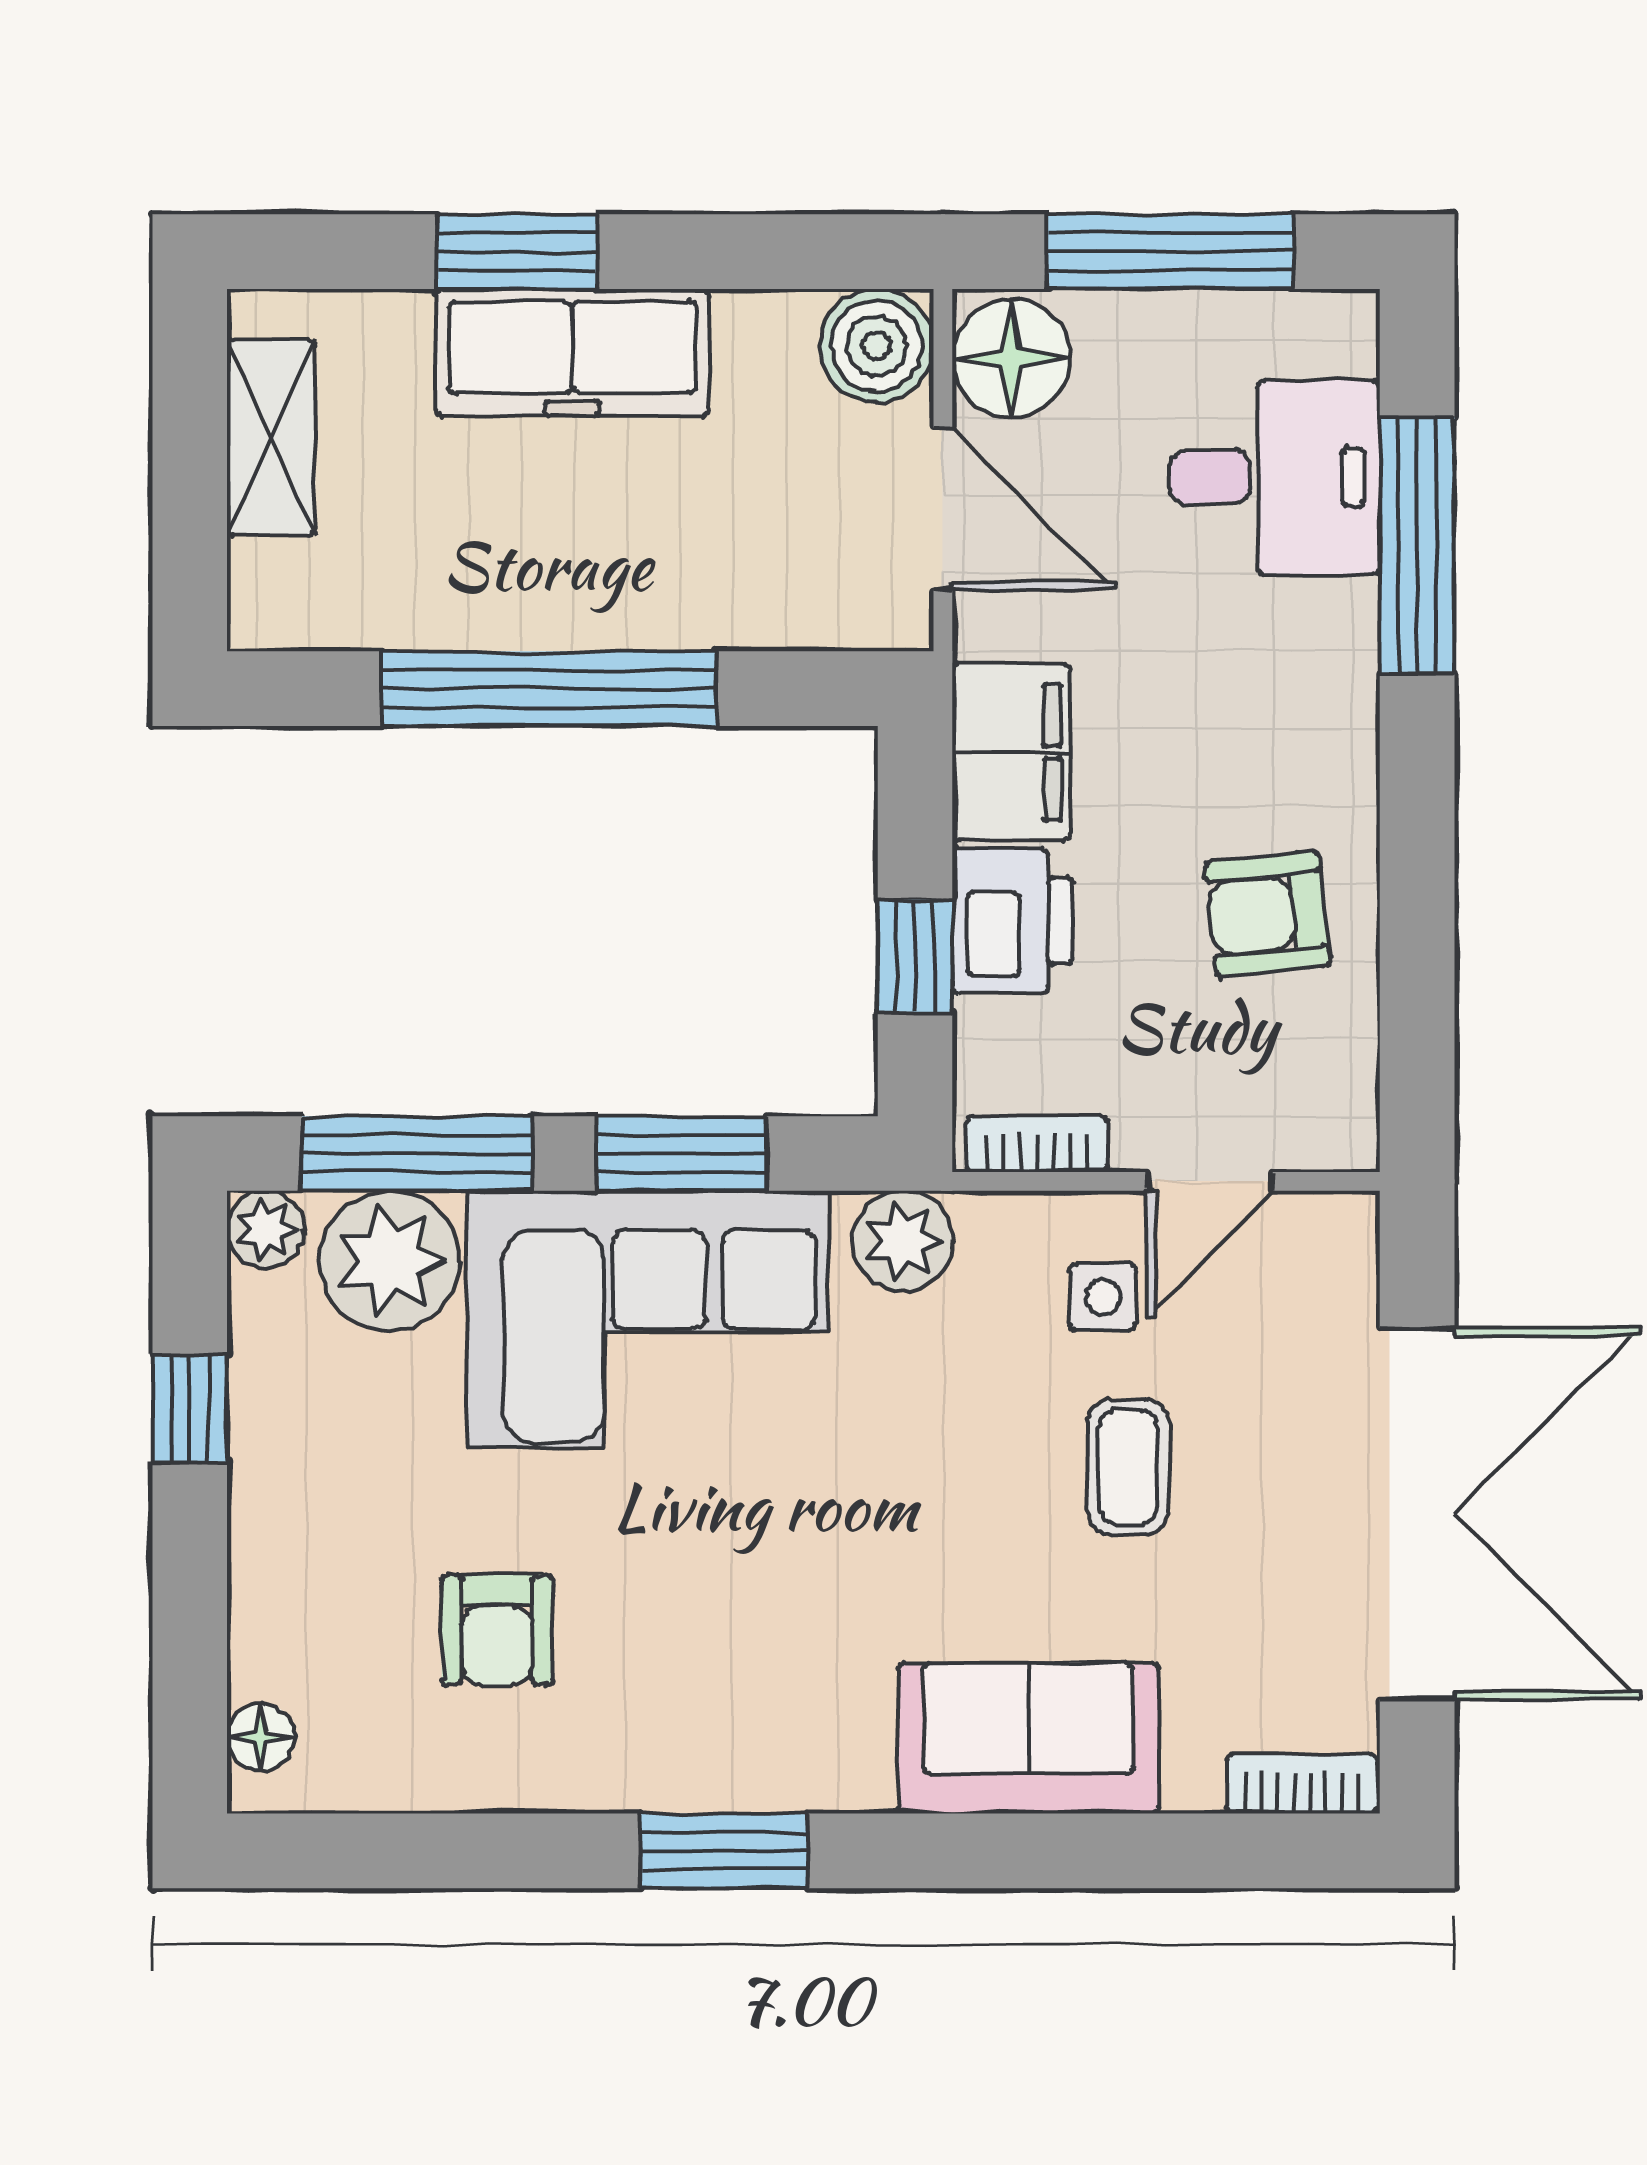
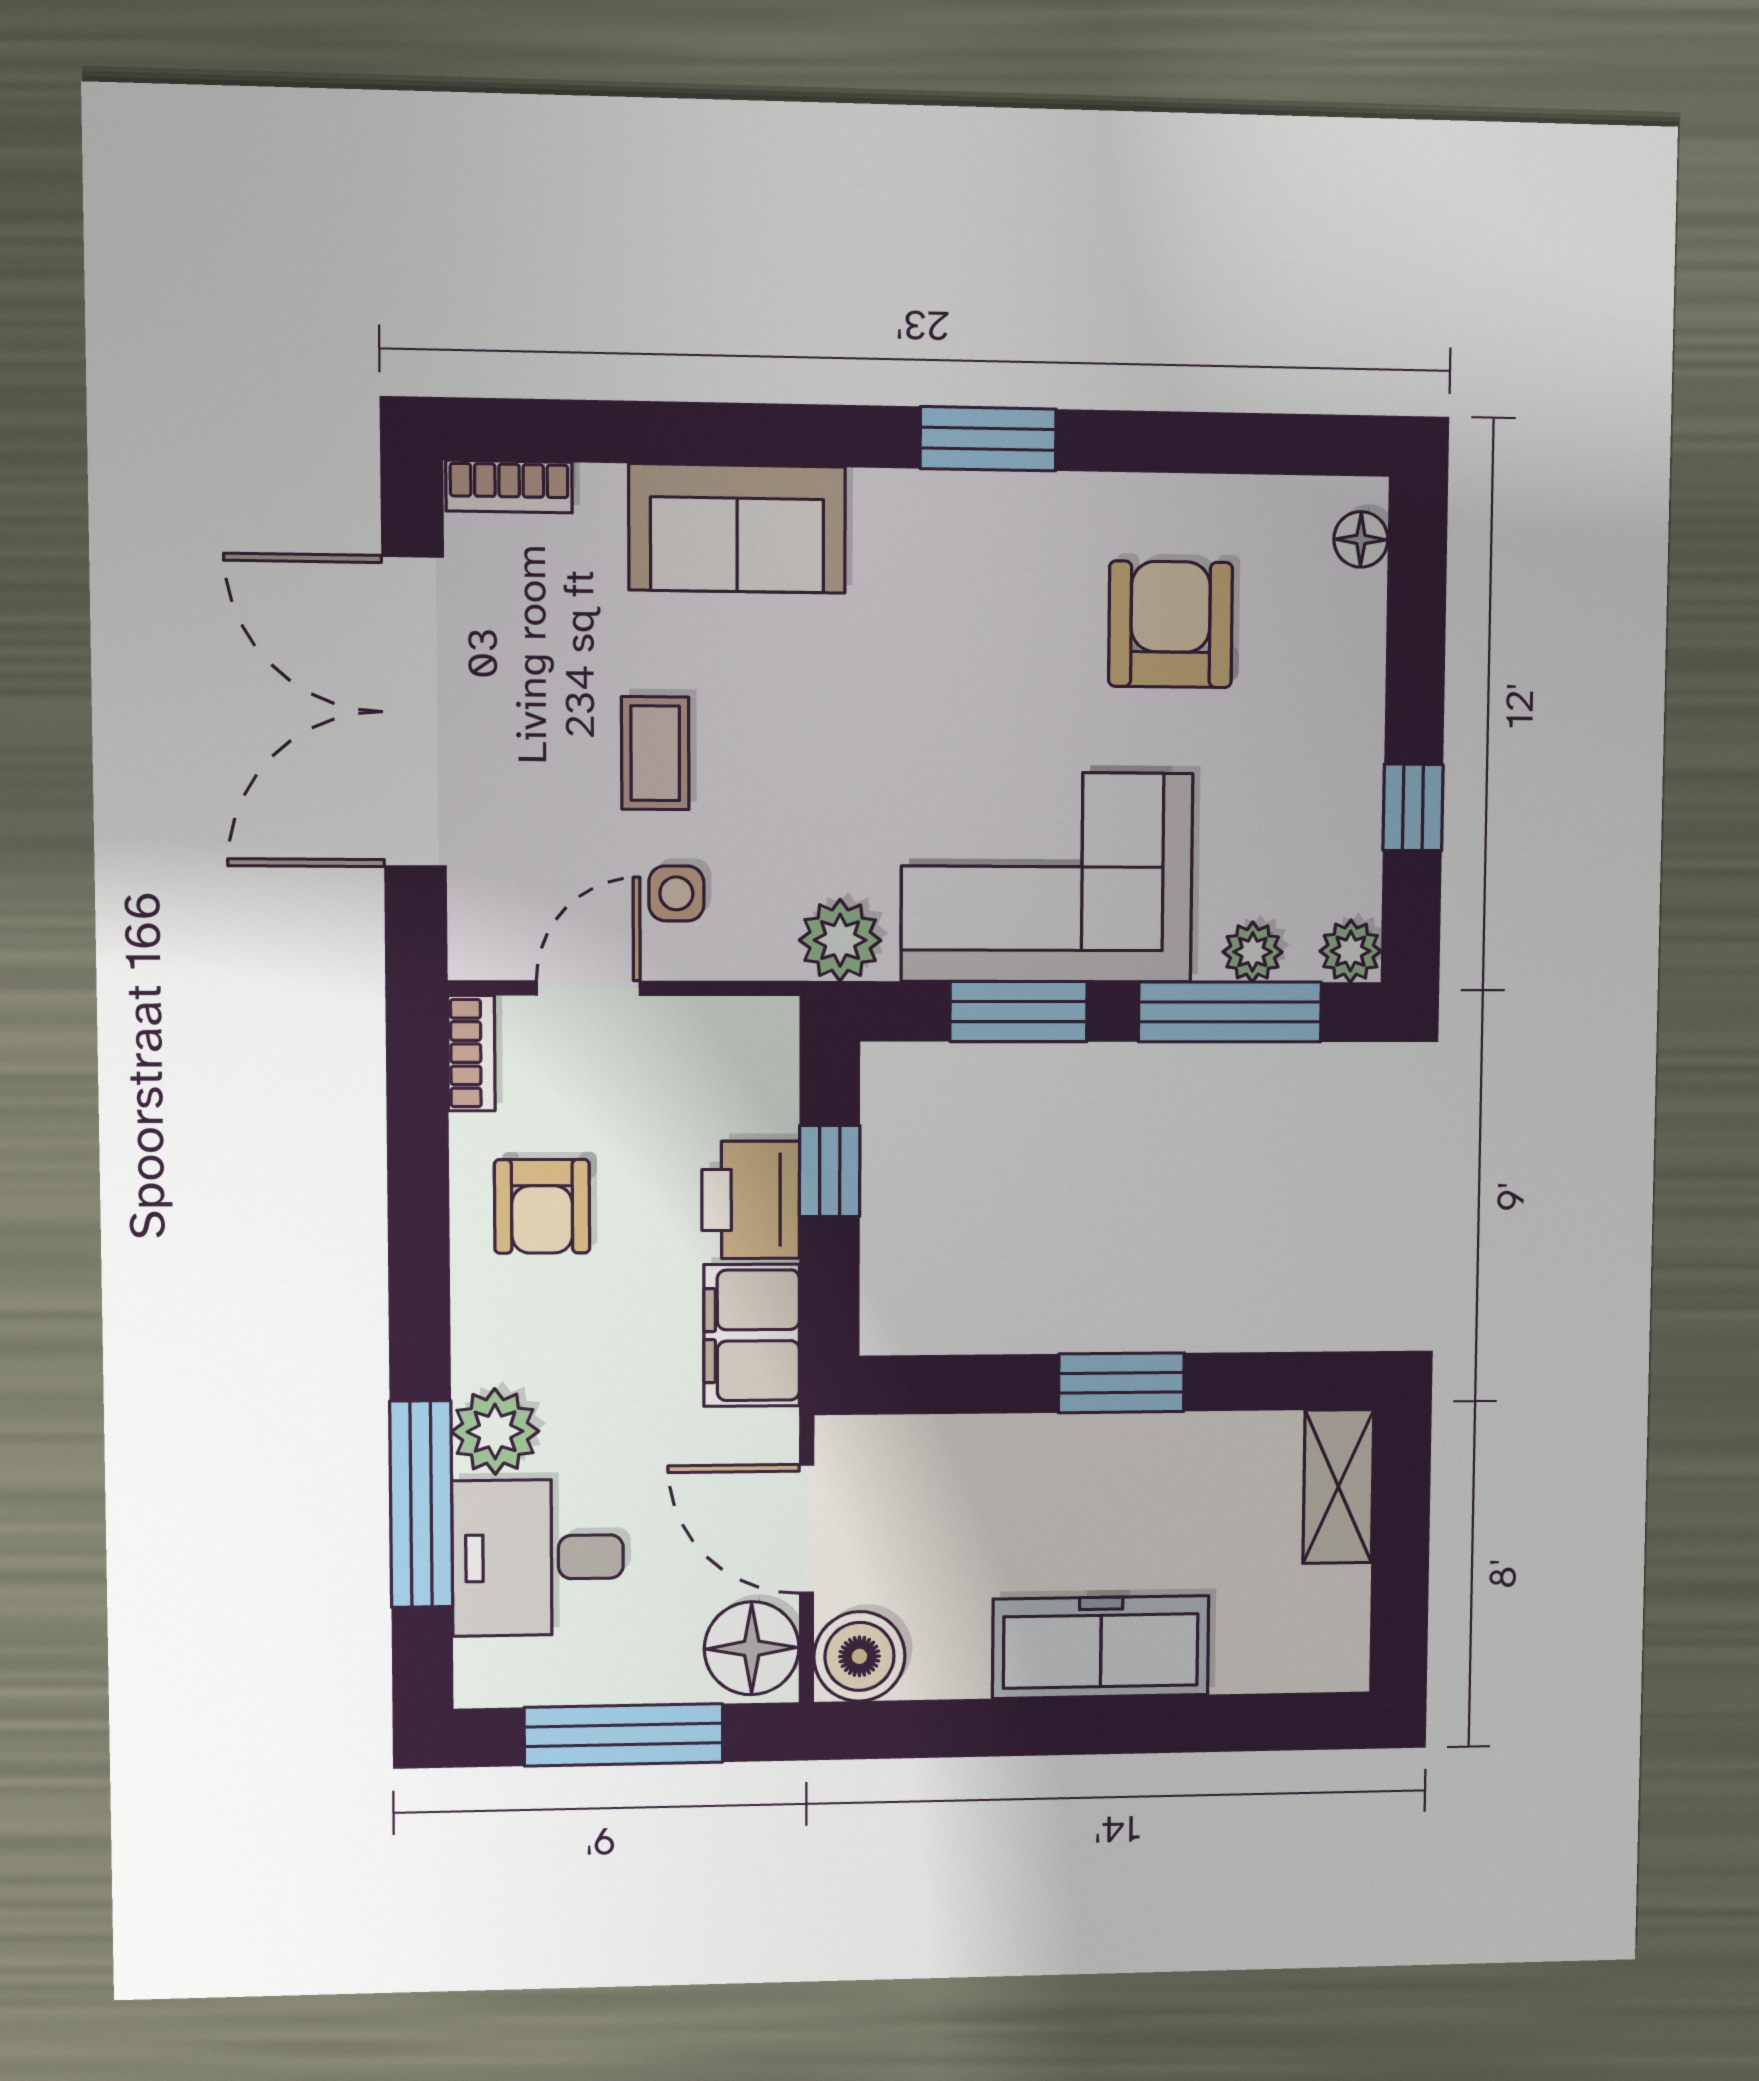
window: (517, 252) -> (1143, 1725), removed
shelving: (271, 438) -> (1338, 1487), moved
plant: (1326, 635) -> (495, 1431), added
window: (549, 689) -> (1121, 1383), width x0.47
armchair: (1268, 914) -> (542, 1206), turned 96
bookcase: (1037, 1144) -> (471, 1053), moved, turned -90
plant: (390, 1261) -> (1253, 952), width x0.53, depth x0.53
armchair: (497, 1630) -> (1171, 624), width x1.38, depth x1.38

